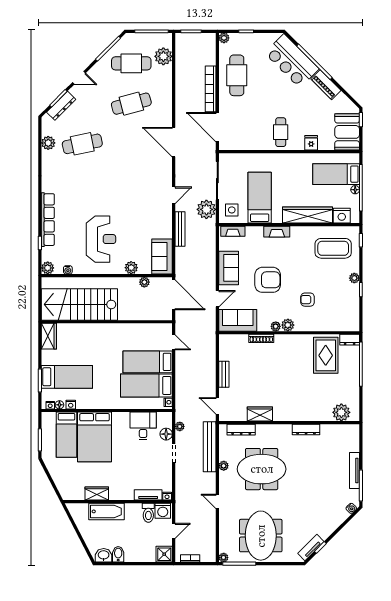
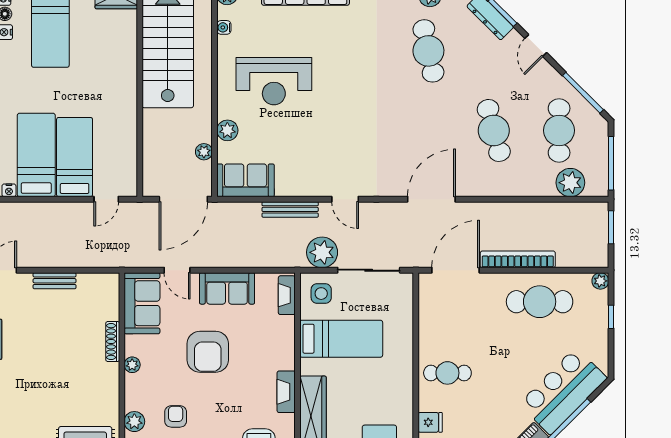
fireplace: (277, 232) -> (286, 392), moved
plant: (288, 325) -> (134, 422), moved

